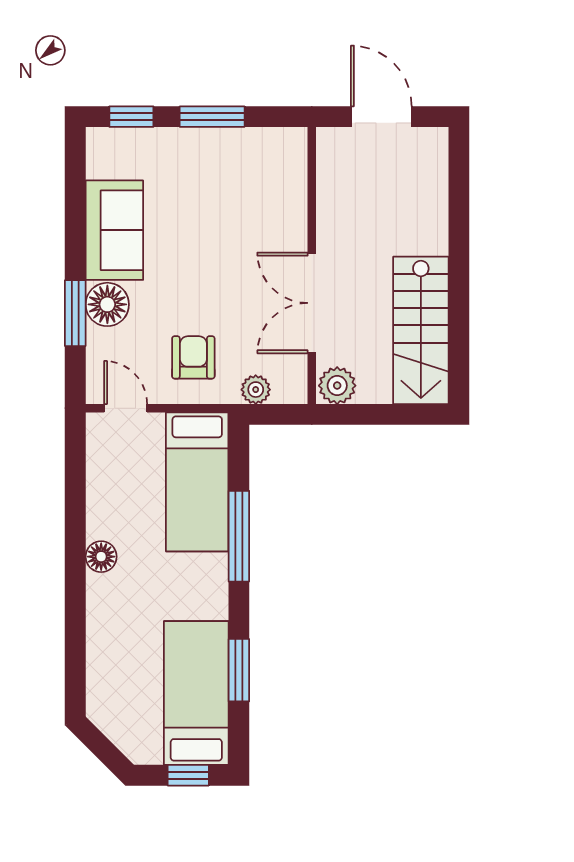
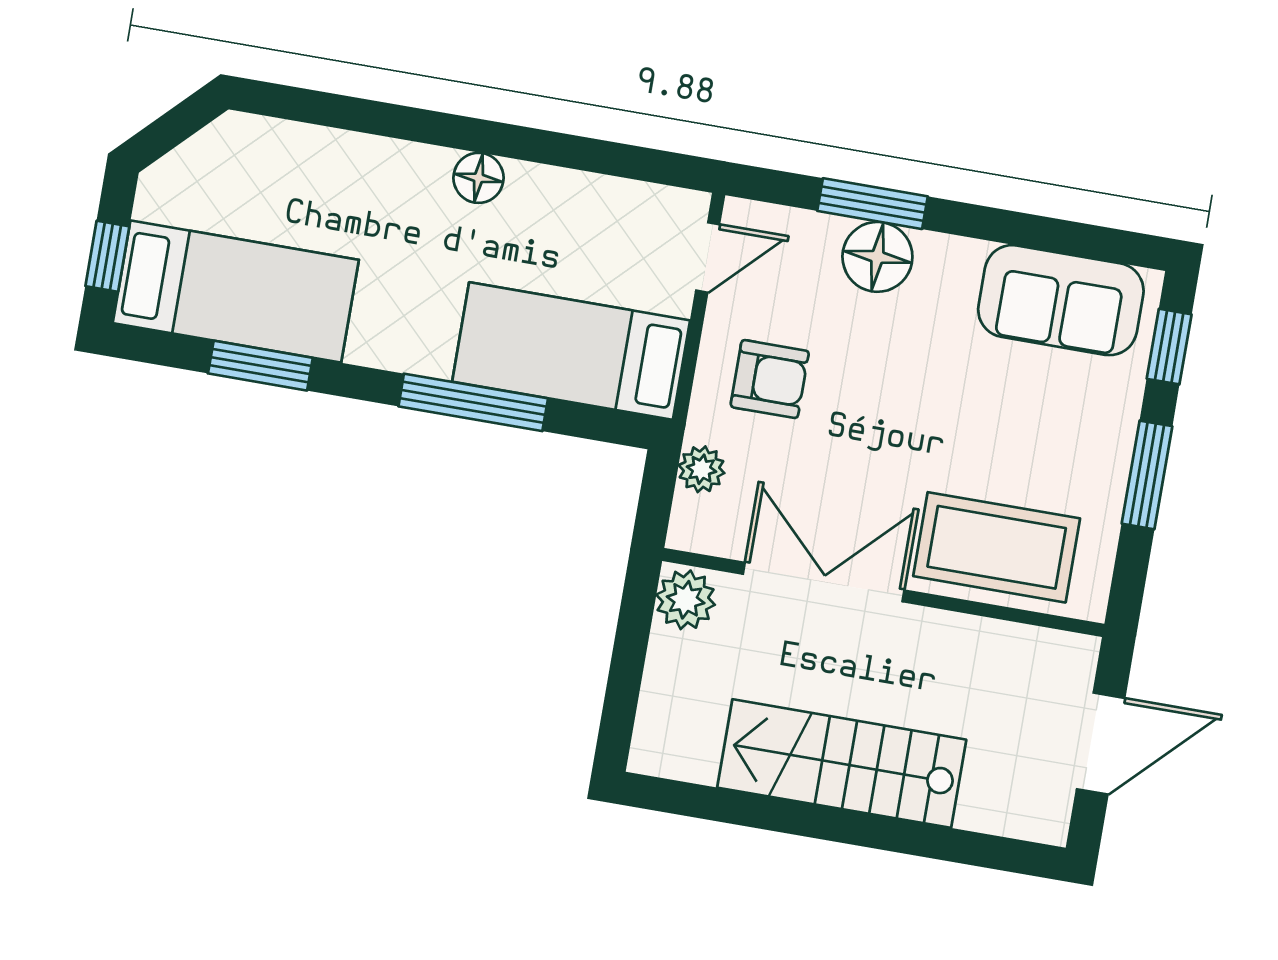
coffee table: (272, 201) -> (997, 547), added
sofa: (114, 230) -> (1061, 300), moved
stairs: (421, 330) -> (842, 764), moved

